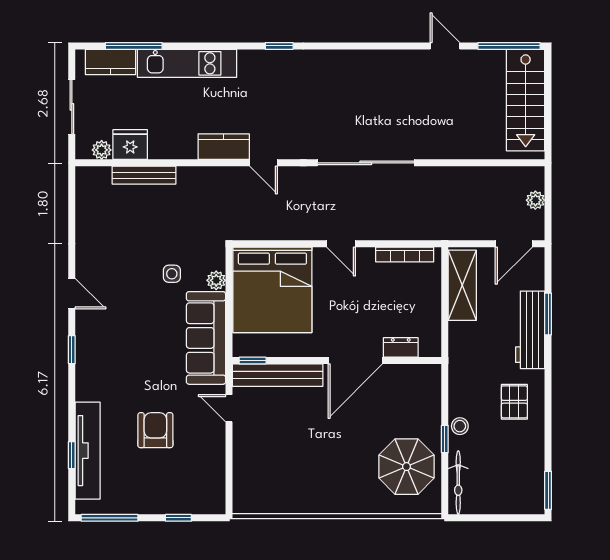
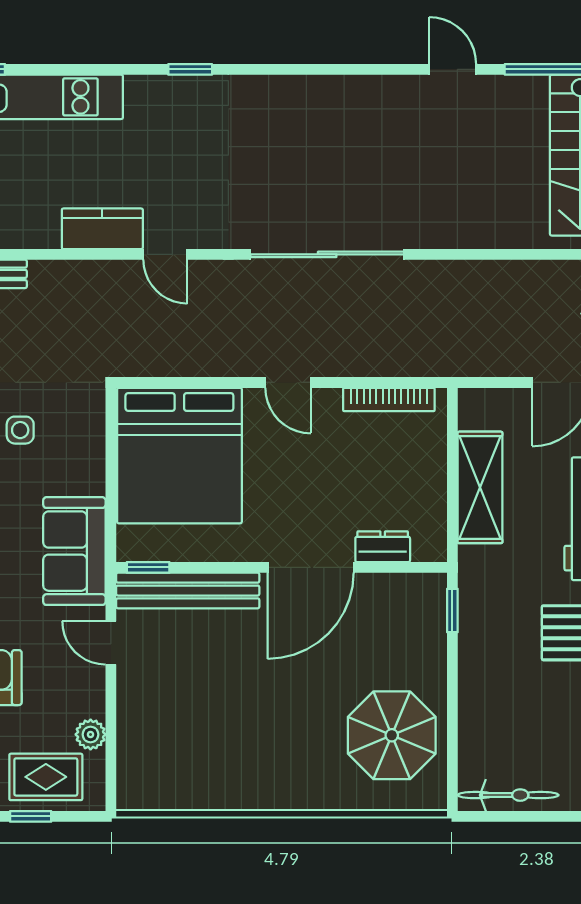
plant: (216, 280) -> (91, 734), moved
shelving: (462, 285) -> (480, 487), moved
sofa: (206, 338) -> (74, 551), width x0.73
stool: (460, 426) -> (476, 671), removed
window: (445, 439) -> (452, 610), moved
bicycle: (458, 483) -> (508, 795), moved, turned -90
rug: (188, 493) -> (46, 777), added

